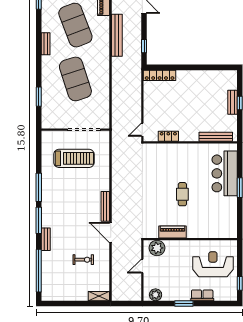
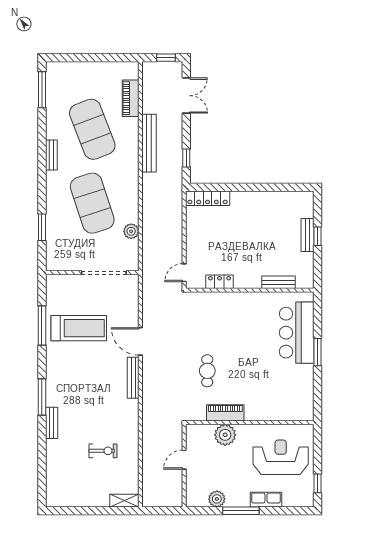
plant: (104, 99) -> (131, 231), added
bench: (216, 137) -> (278, 282), width x0.73
treadmill: (74, 158) -> (79, 328), moved
window: (39, 187) -> (42, 325), moved
cafe table: (182, 194) -> (207, 371), moved
door: (111, 233) -> (140, 341), moved
plant: (157, 248) -> (225, 435), moved
window: (39, 271) -> (42, 466), removed
plant: (156, 295) -> (217, 499), moved
window: (184, 303) -> (241, 511), width x1.44

